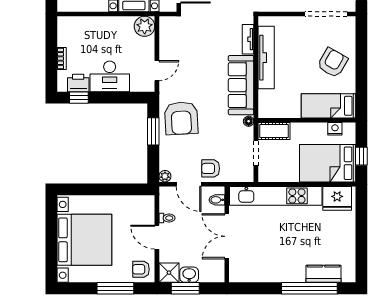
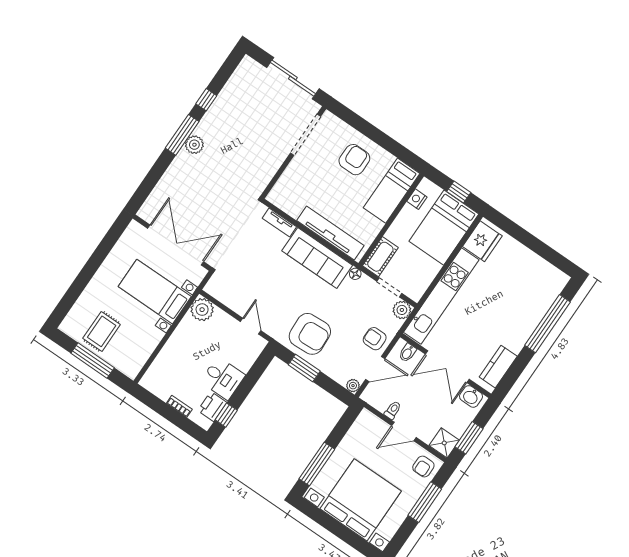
tv unit: (266, 58) -> (330, 233), moved
armchair: (332, 63) -> (354, 160), turned 60
desk: (110, 76) -> (223, 378), width x0.73
armchair: (211, 168) -> (375, 339), turned 90
plant: (246, 174) -> (402, 310), added
window: (89, 189) -> (317, 464), added
kitchen counter: (323, 274) -> (498, 367), moved
washbasin: (189, 275) -> (471, 396), moved, turned -90

